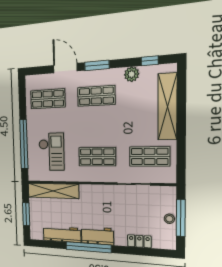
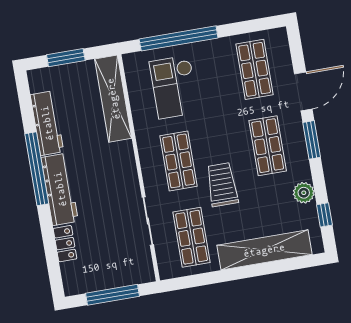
trolley: (117, 130) -> (222, 185), added
checkout: (51, 152) -> (174, 87), turned 90
stool: (169, 219) -> (108, 280), removed
workbench: (97, 236) -> (60, 189), width x1.38

